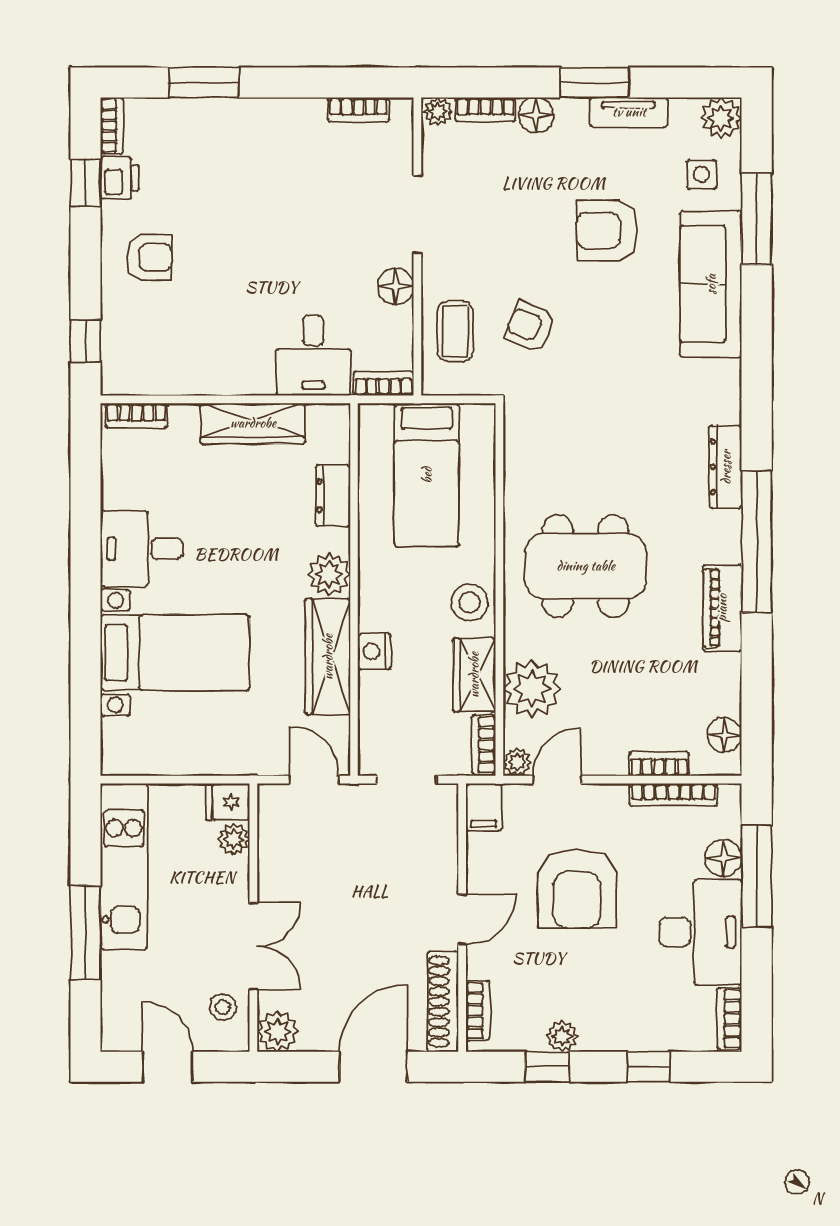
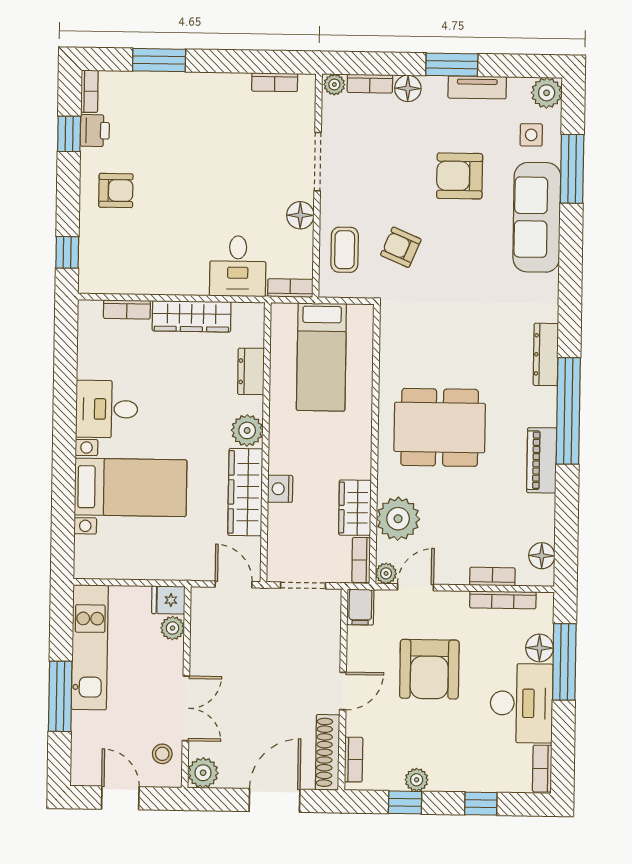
bookcase: (136, 416) -> (127, 309), moved
stool: (469, 602) -> (352, 453), removed

